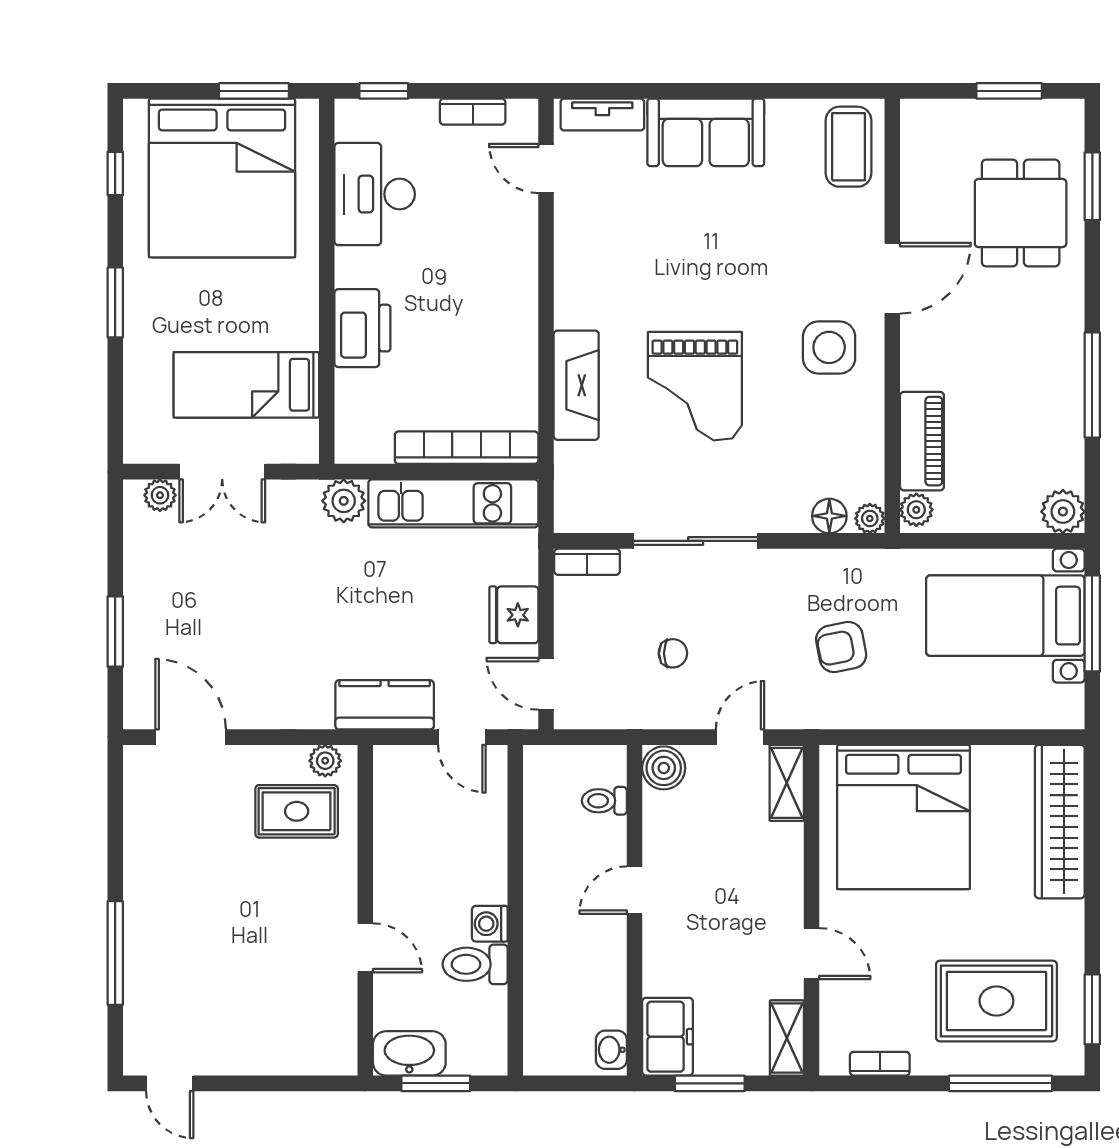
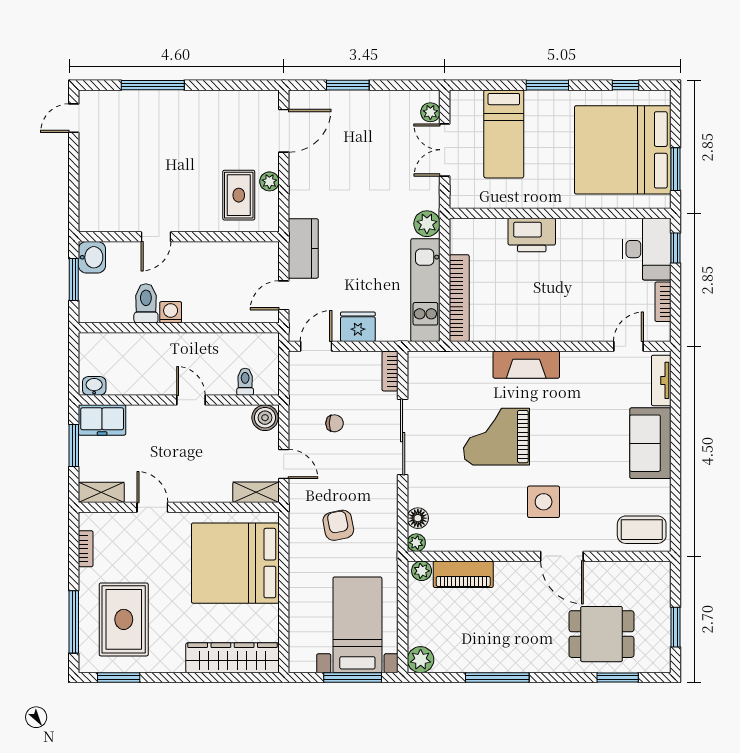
desk: (375, 194) -> (647, 249), moved, turned 90
side table: (829, 347) -> (544, 502), moved
bed: (246, 385) -> (504, 134), moved, turned 180
fireplace: (576, 385) -> (526, 365), moved
chair: (673, 653) -> (335, 423), turned -90
plant: (325, 761) -> (269, 181), moved
door: (811, 954) -> (152, 507), swing flipped
washbasin: (409, 1053) -> (92, 257), width x0.72

